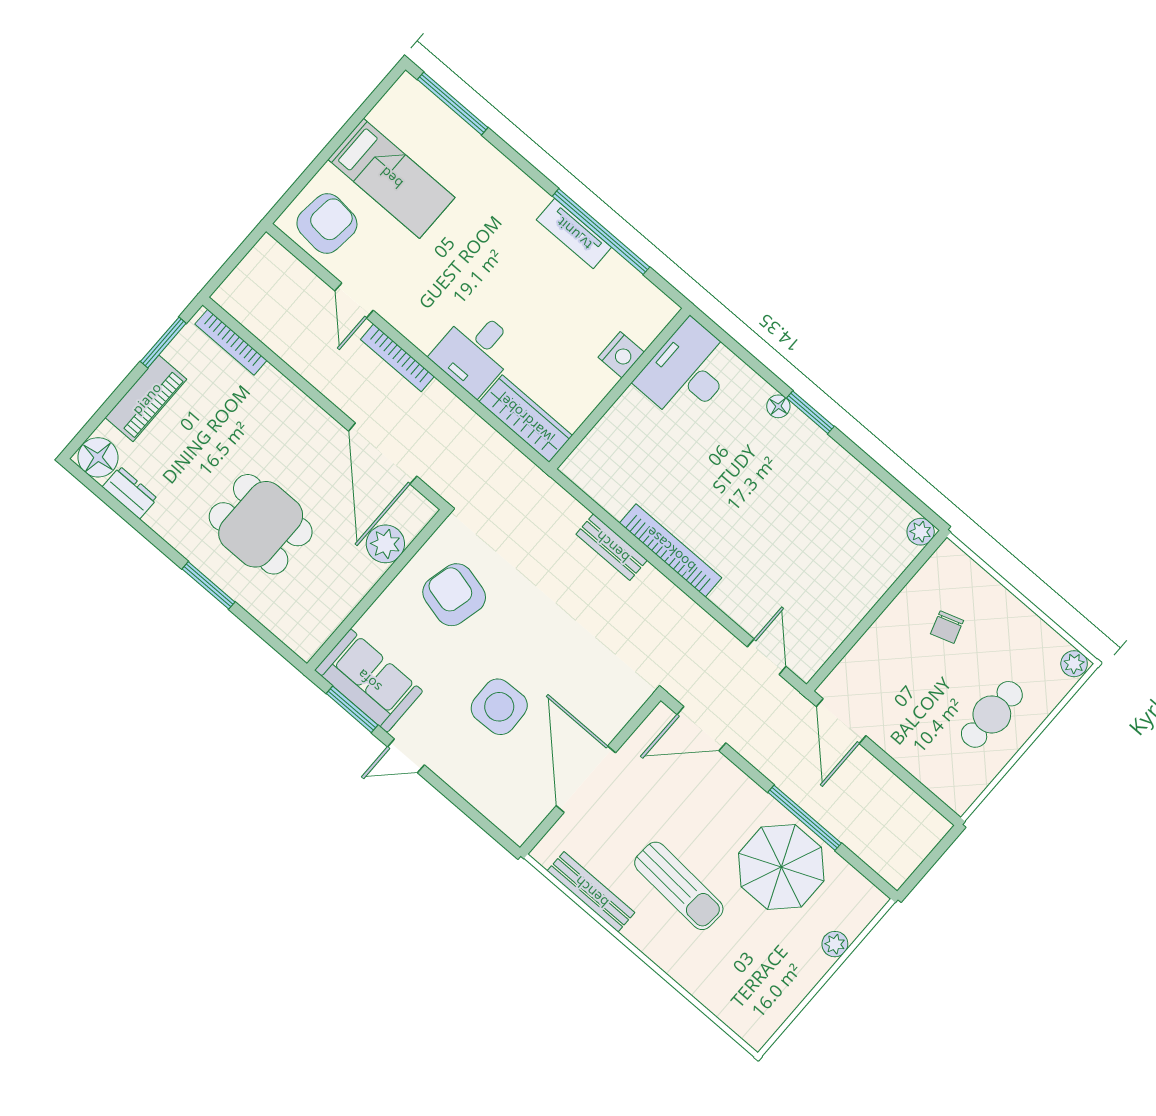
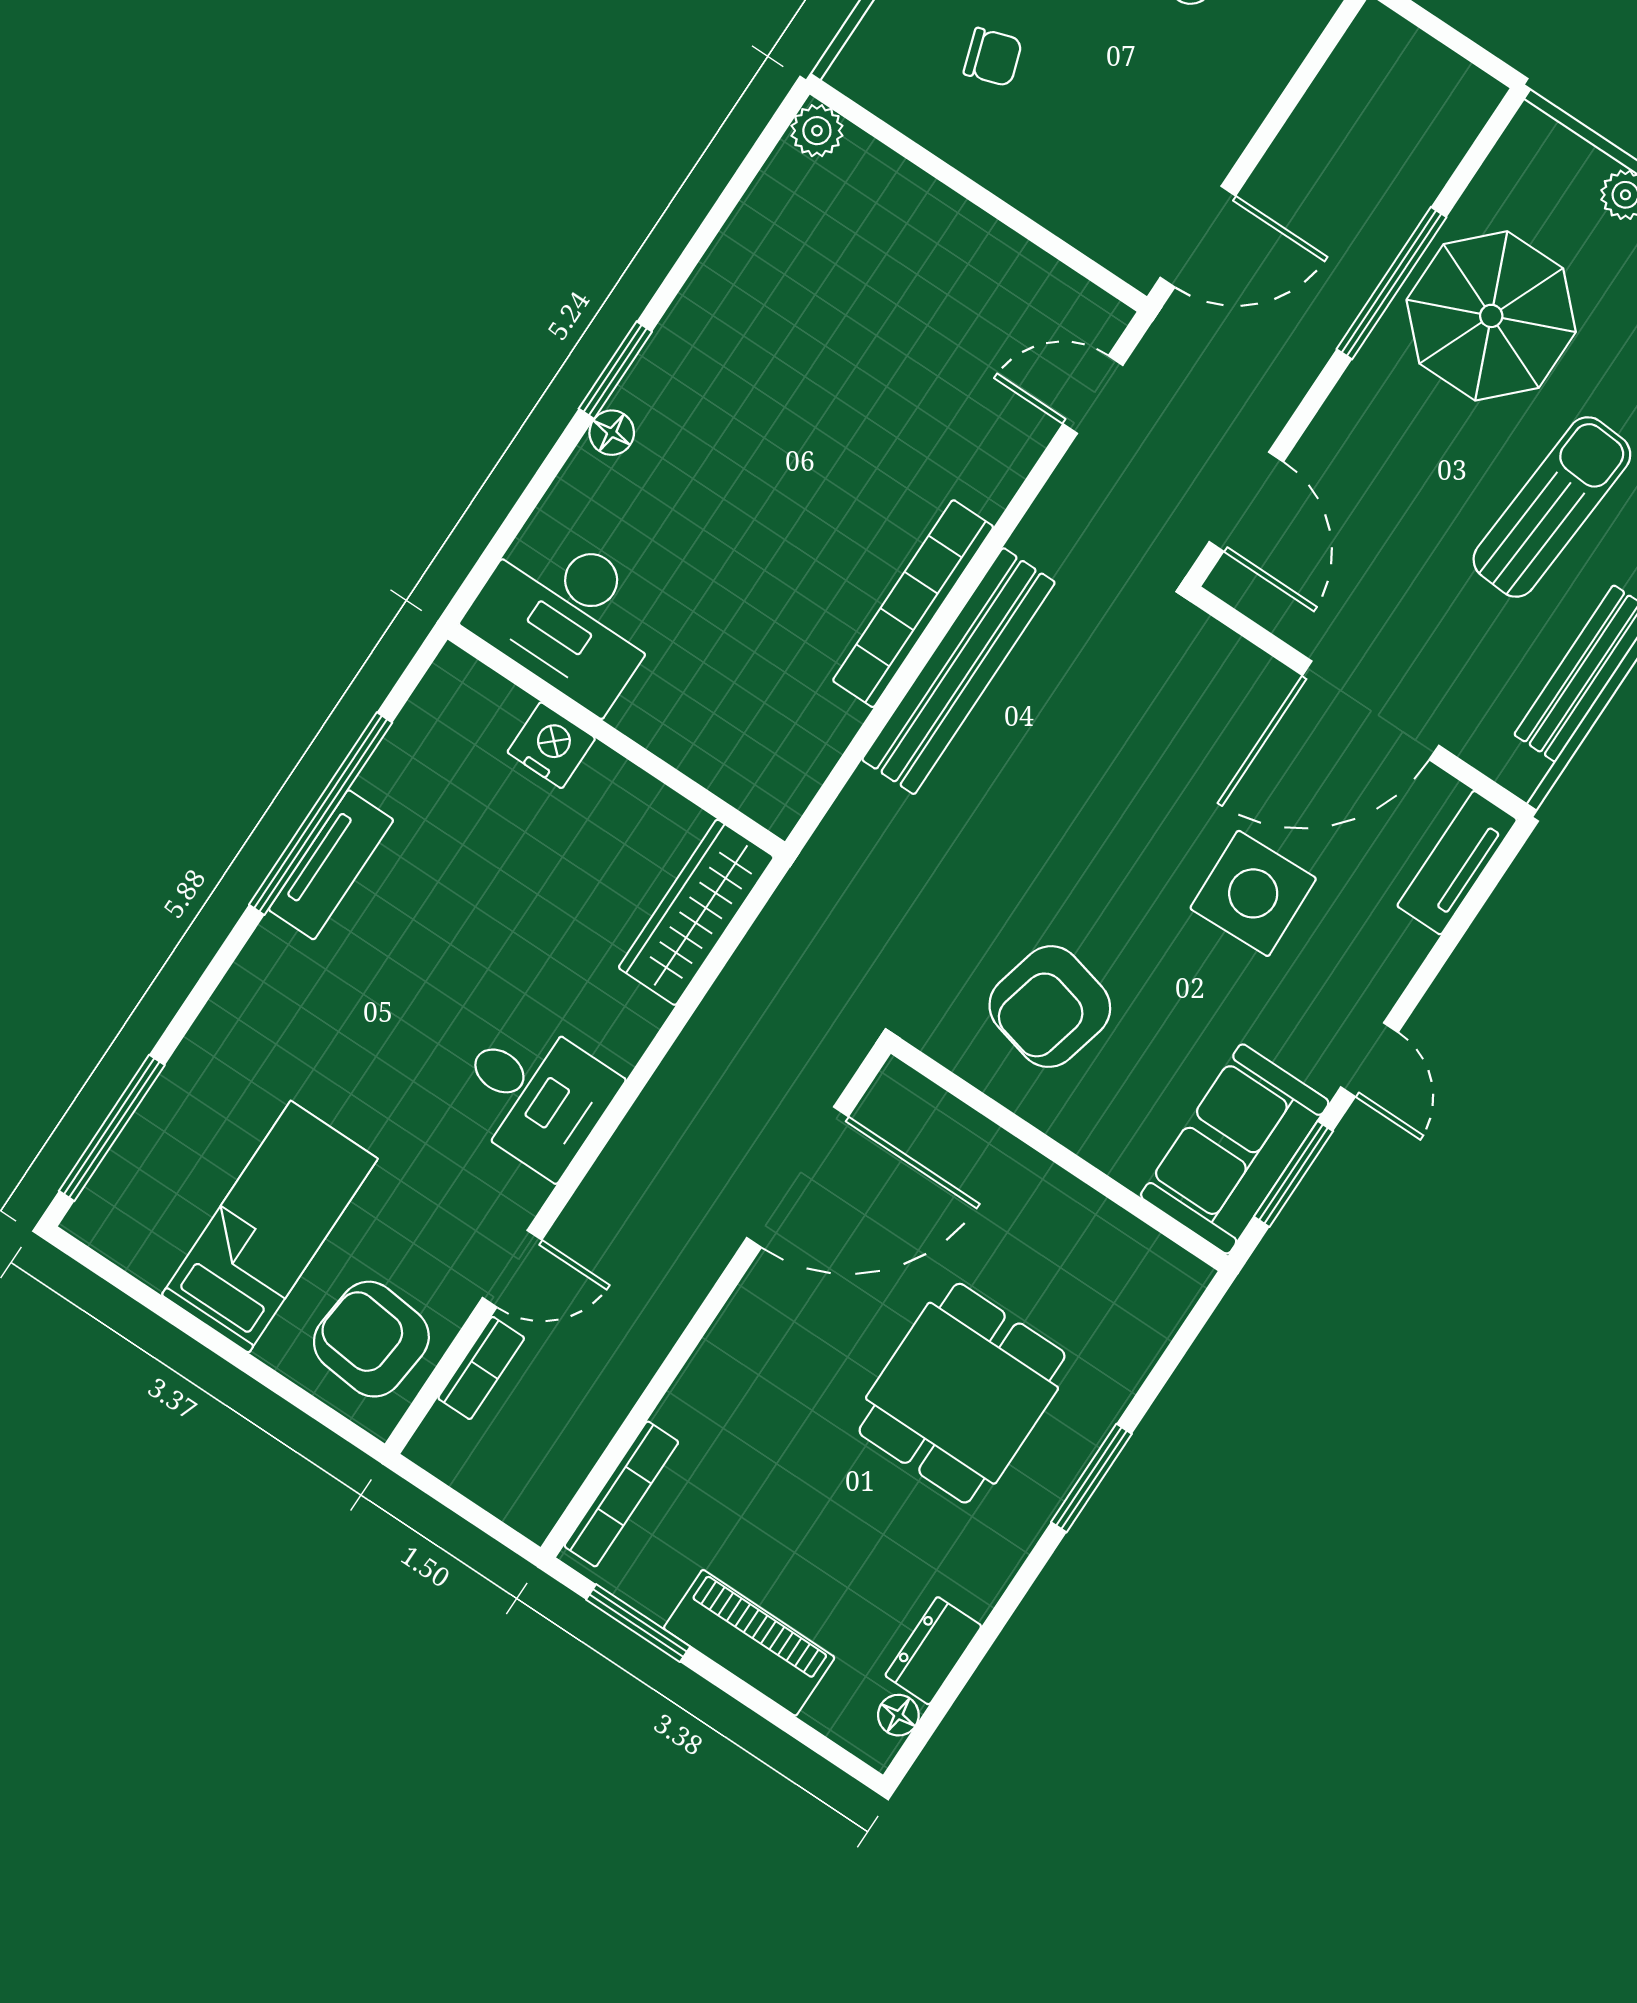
desk: (475, 352) -> (535, 1094), moved
bookcase: (397, 358) -> (481, 1368), moved, width x0.64
floor lamp: (98, 457) -> (898, 1715), width x0.53, depth x0.53
plant: (385, 544) -> (969, 1150), removed
bench: (612, 547) -> (959, 671), width x1.86, depth x1.21
tv unit: (502, 814) -> (1457, 863), added

